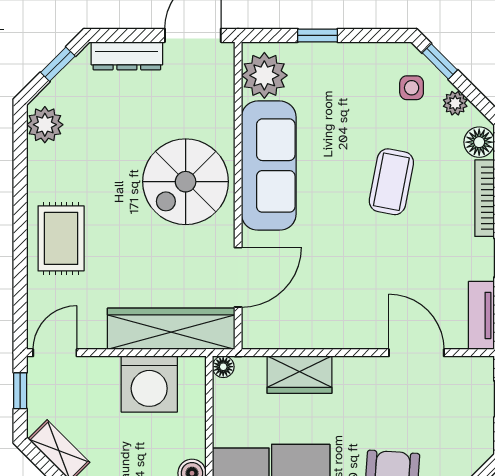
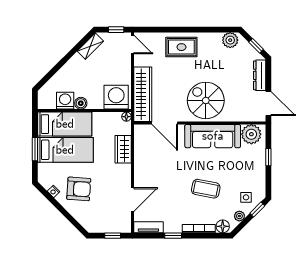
washing machine: (149, 384) -> (116, 97), moved, turned 90

